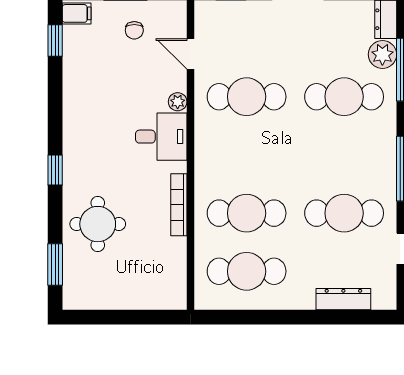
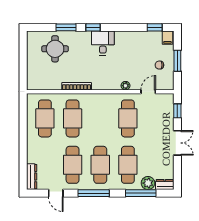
desk: (161, 137) -> (103, 43), moved, turned 180
cafe table: (344, 155) -> (100, 165), added
round table: (98, 224) -> (55, 49), moved
window: (55, 264) -> (66, 27), moved
dresser: (343, 299) -> (32, 177), moved

